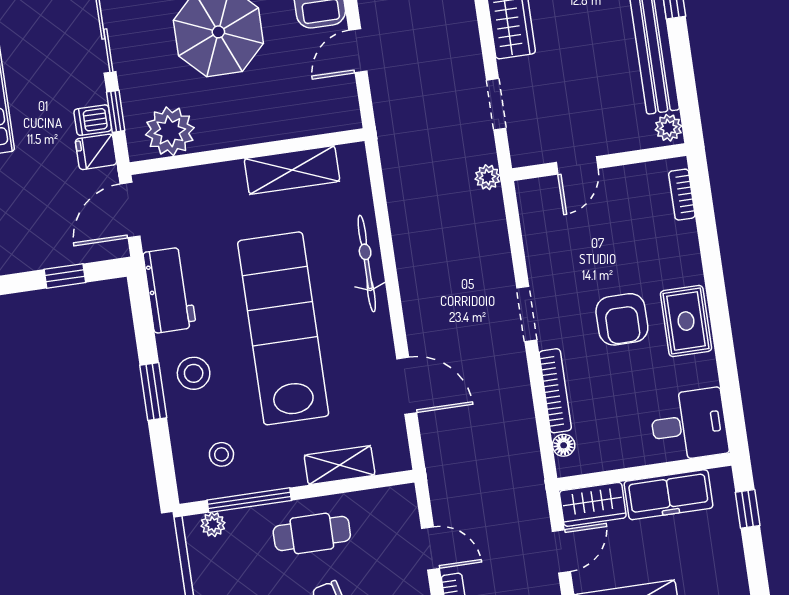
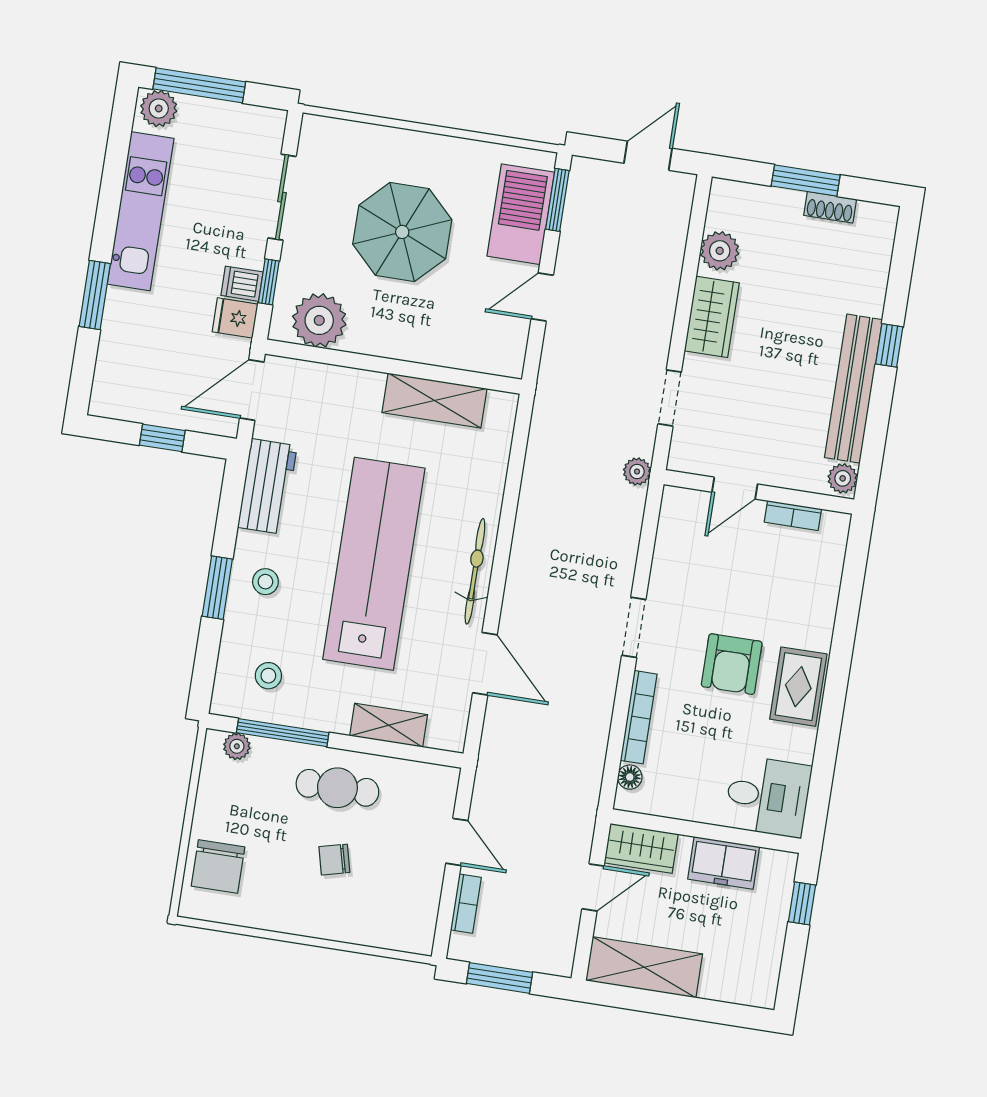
bookcase: (682, 195) -> (793, 515), moved, turned -90
bicycle: (367, 263) -> (475, 571), moved
stool: (194, 373) -> (265, 582), width x0.73, depth x0.73
freezer: (668, 495) -> (724, 863), width x0.71

